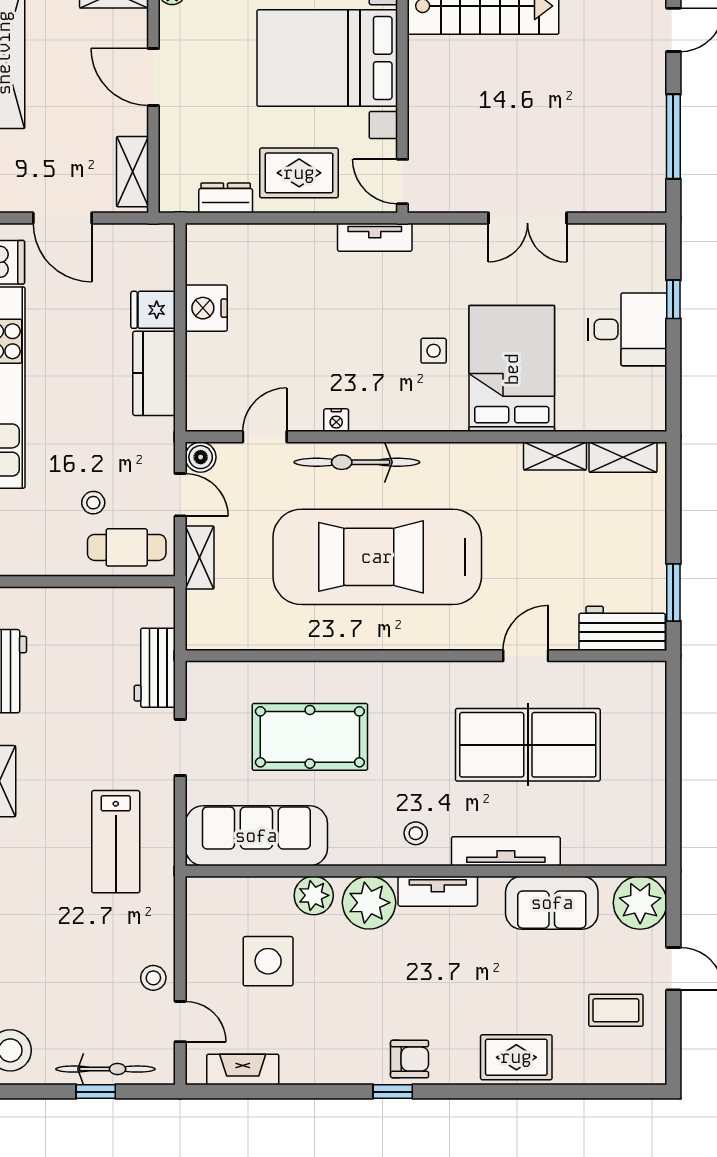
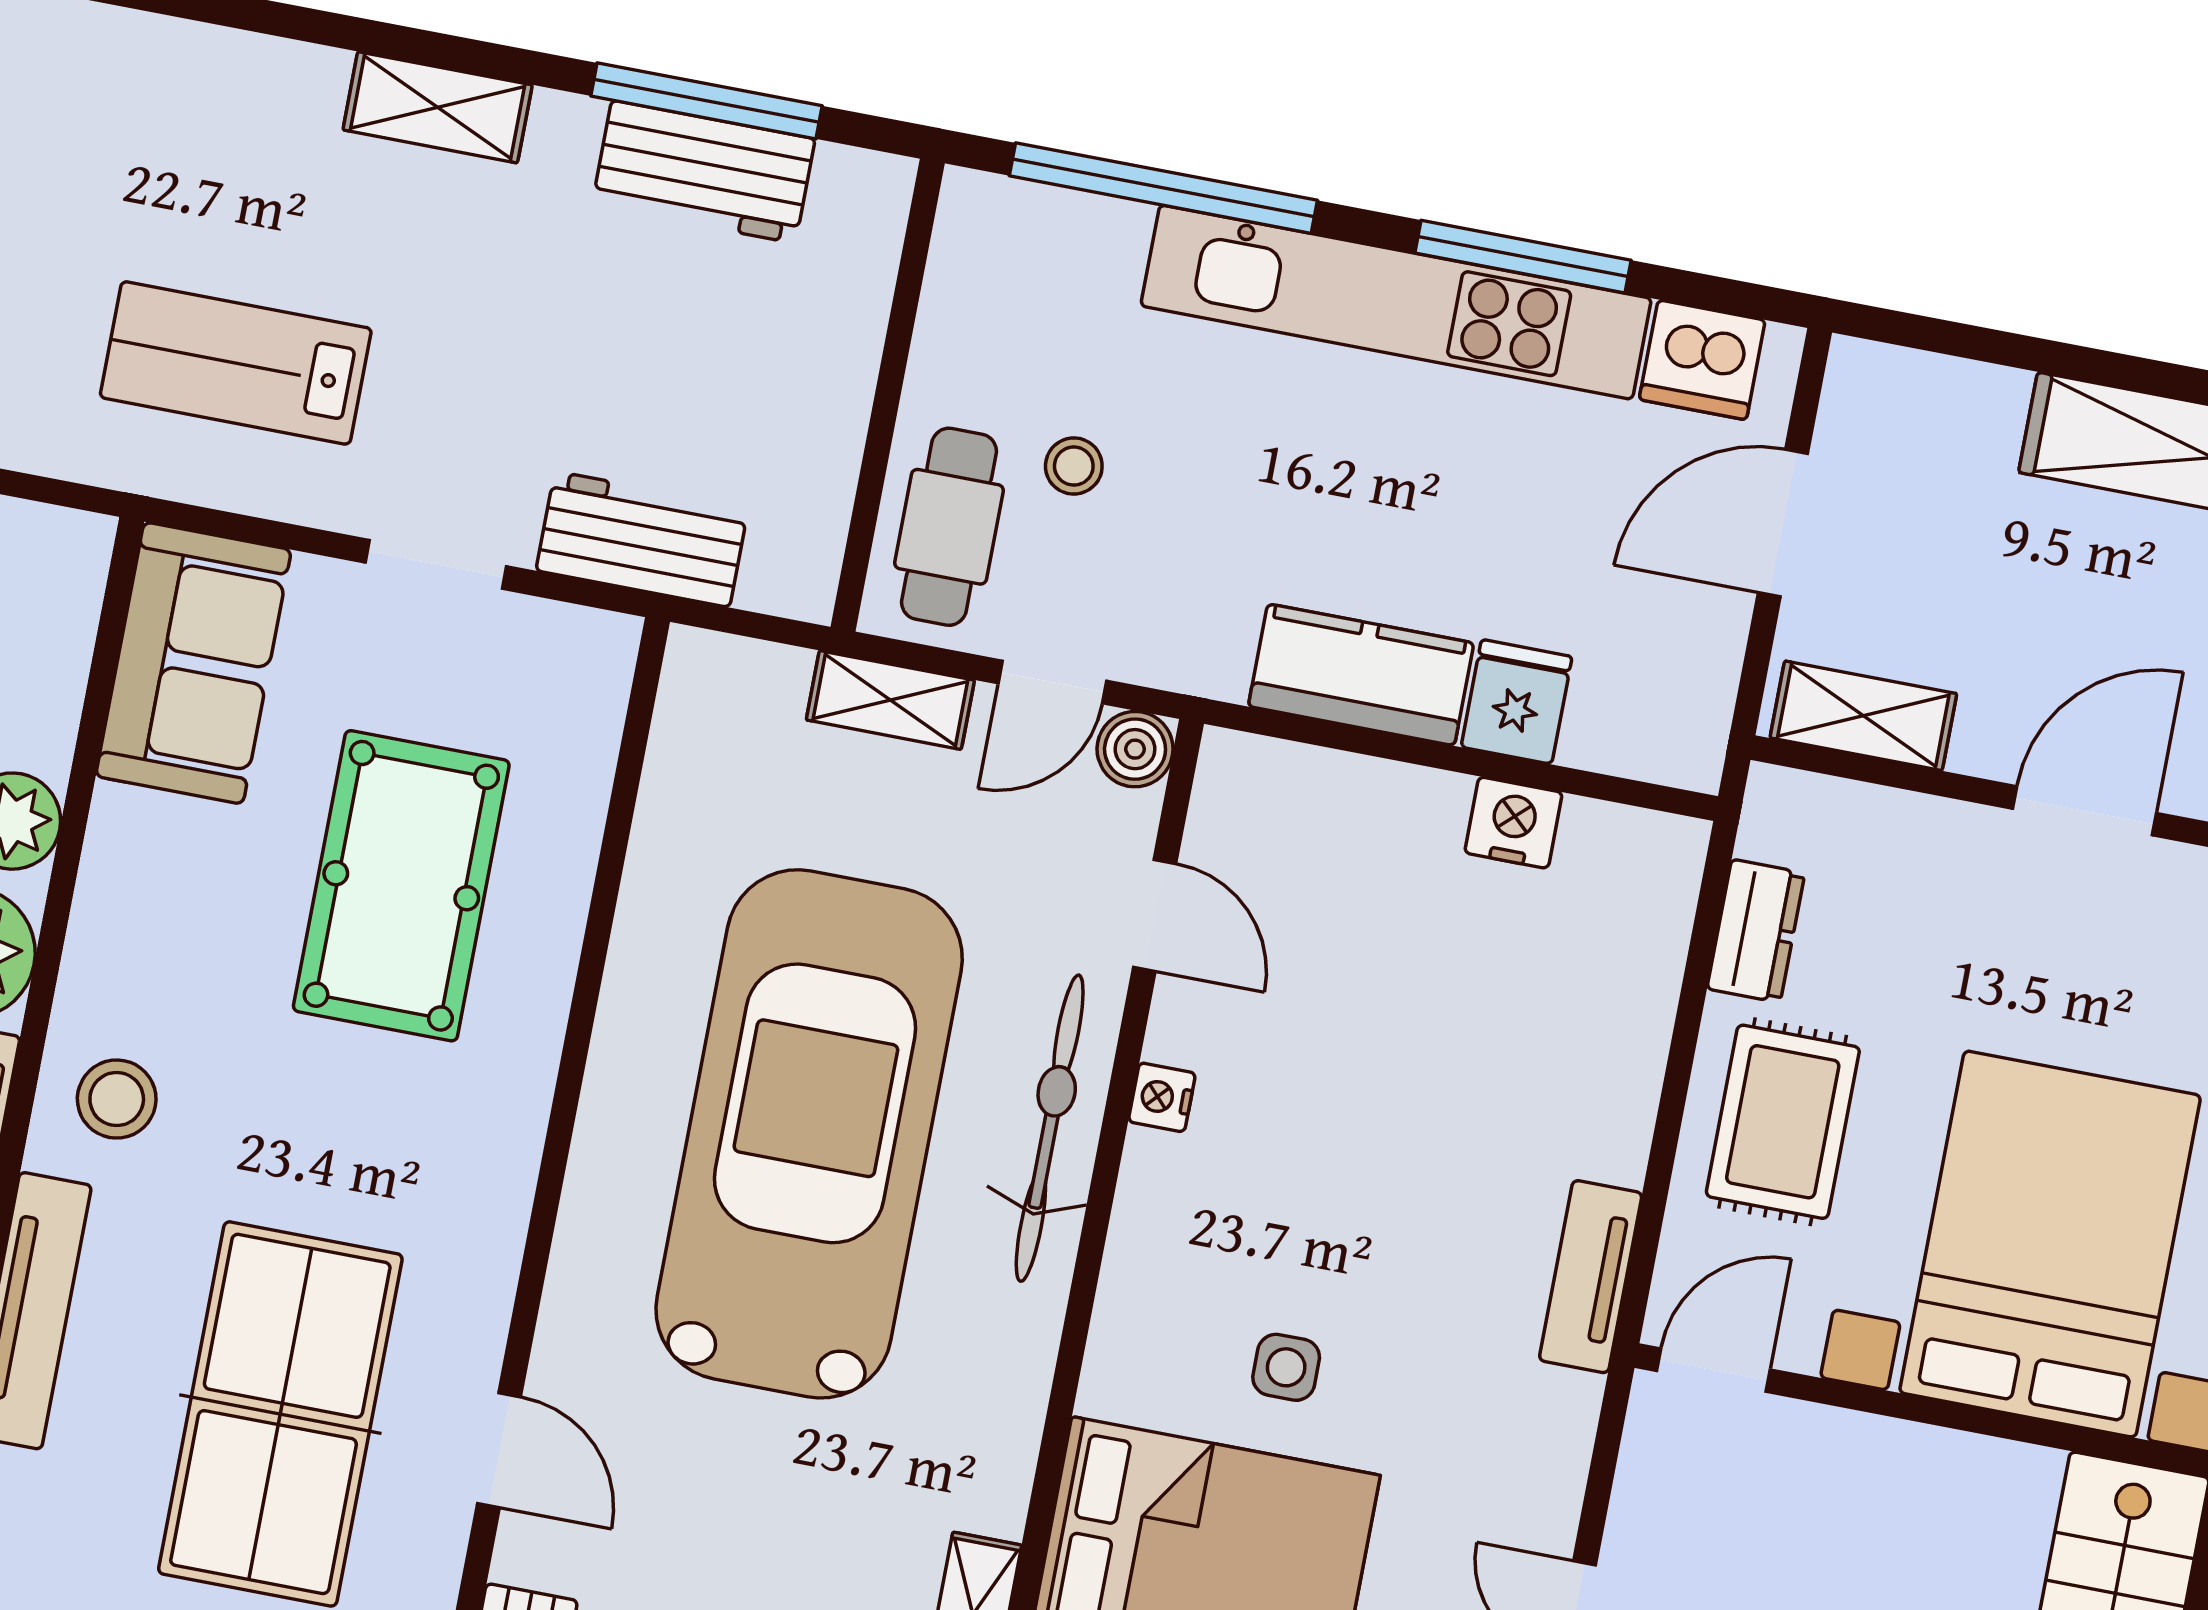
nightstand: (206, 308) -> (1513, 823), width x0.74, depth x0.75
stool: (416, 833) -> (117, 1099), width x1.37, depth x1.37
sofa: (256, 836) -> (193, 663), width x0.73

